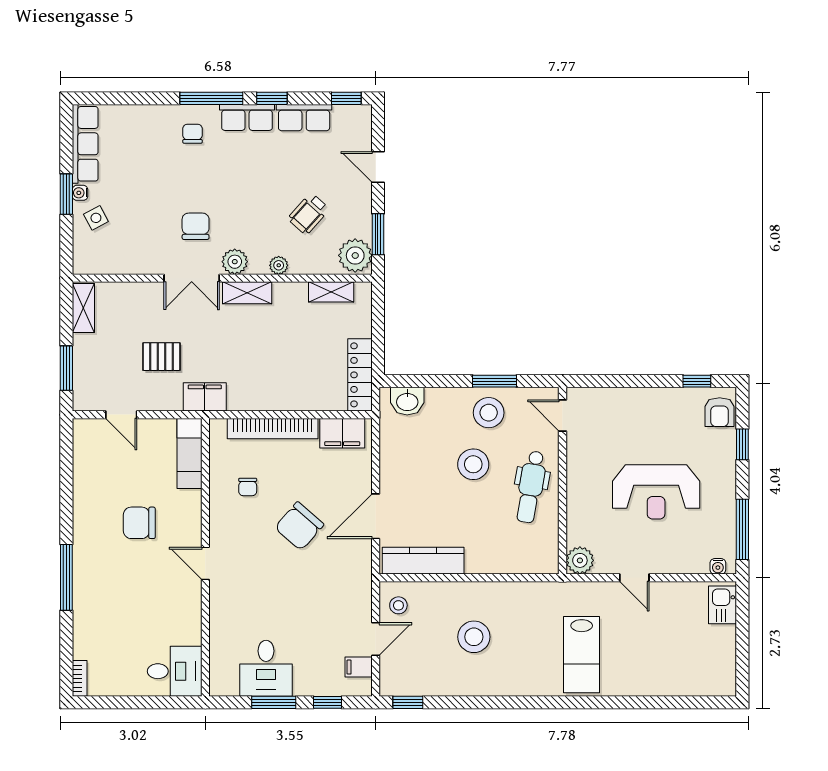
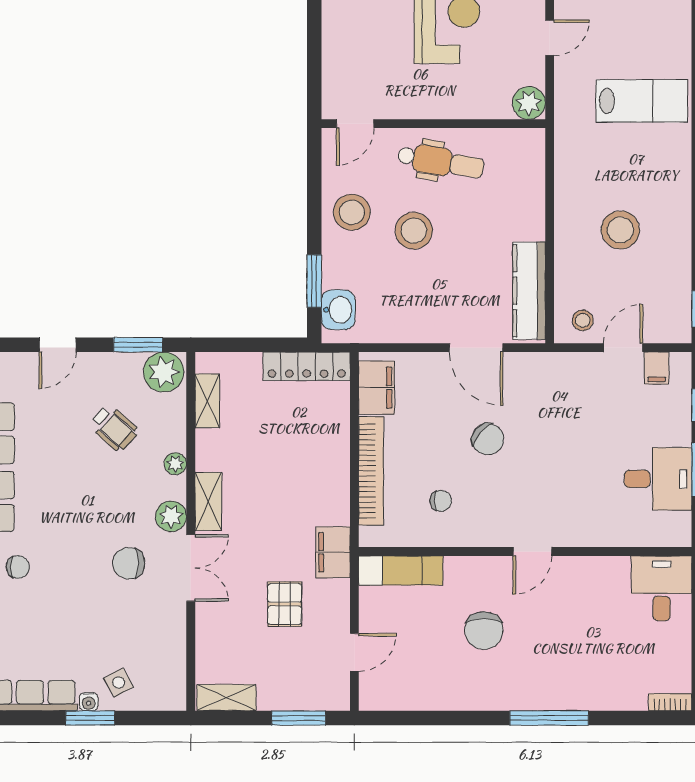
chair: (192, 134) -> (18, 567), turned 180
window: (494, 381) -> (314, 281), moved
chair: (299, 526) -> (488, 439), width x0.73, depth x0.73
door: (376, 639) -> (623, 348), hinge flipped

